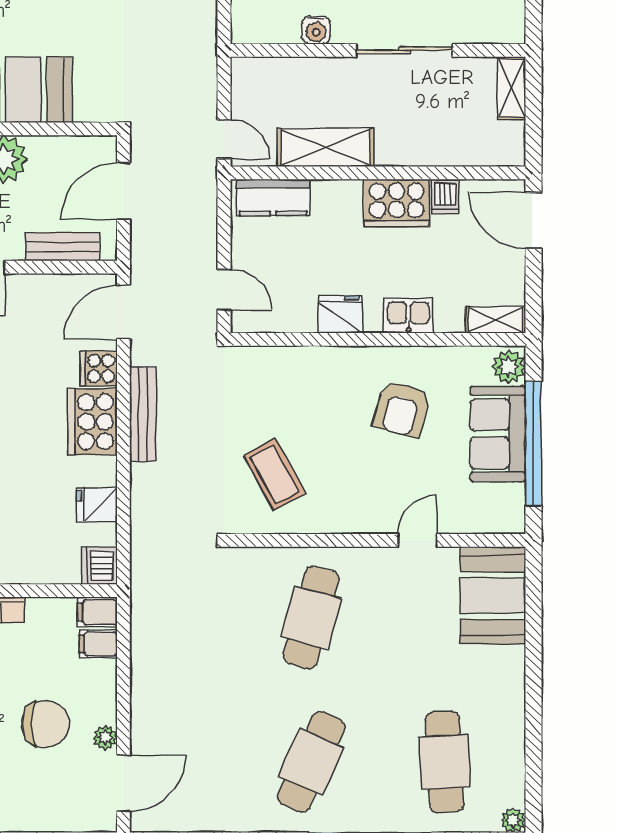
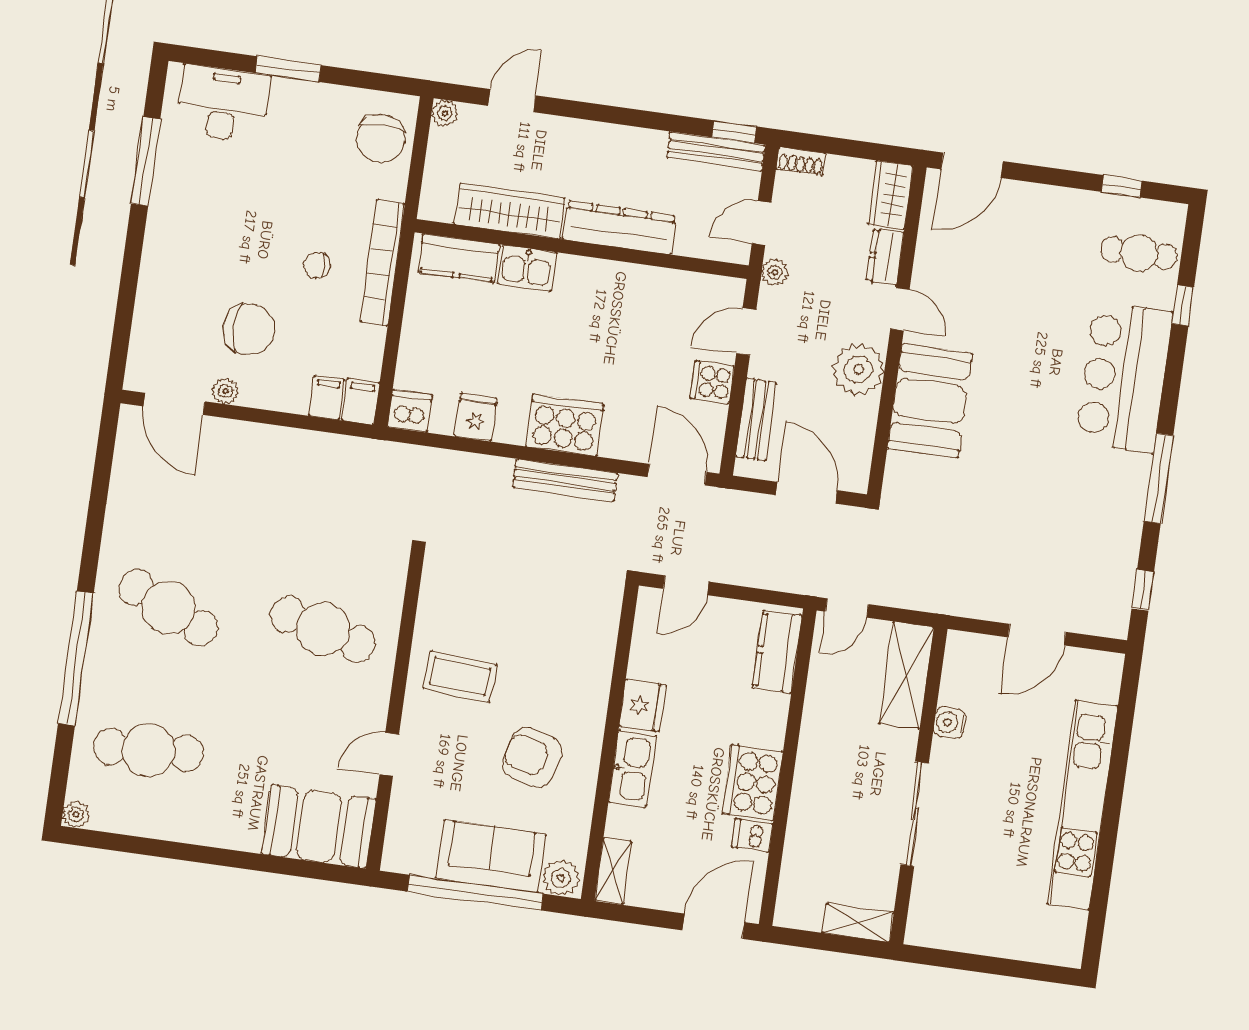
shelving: (326, 147) -> (906, 675), moved
kitchen sink: (408, 315) -> (632, 769), width x1.38
cooker: (99, 369) -> (712, 382), moved, turned -90
coffee table: (274, 474) -> (460, 676), moved, turned 33
door: (417, 540) -> (389, 754), swing flipped
chair: (45, 724) -> (249, 329), turned -90

